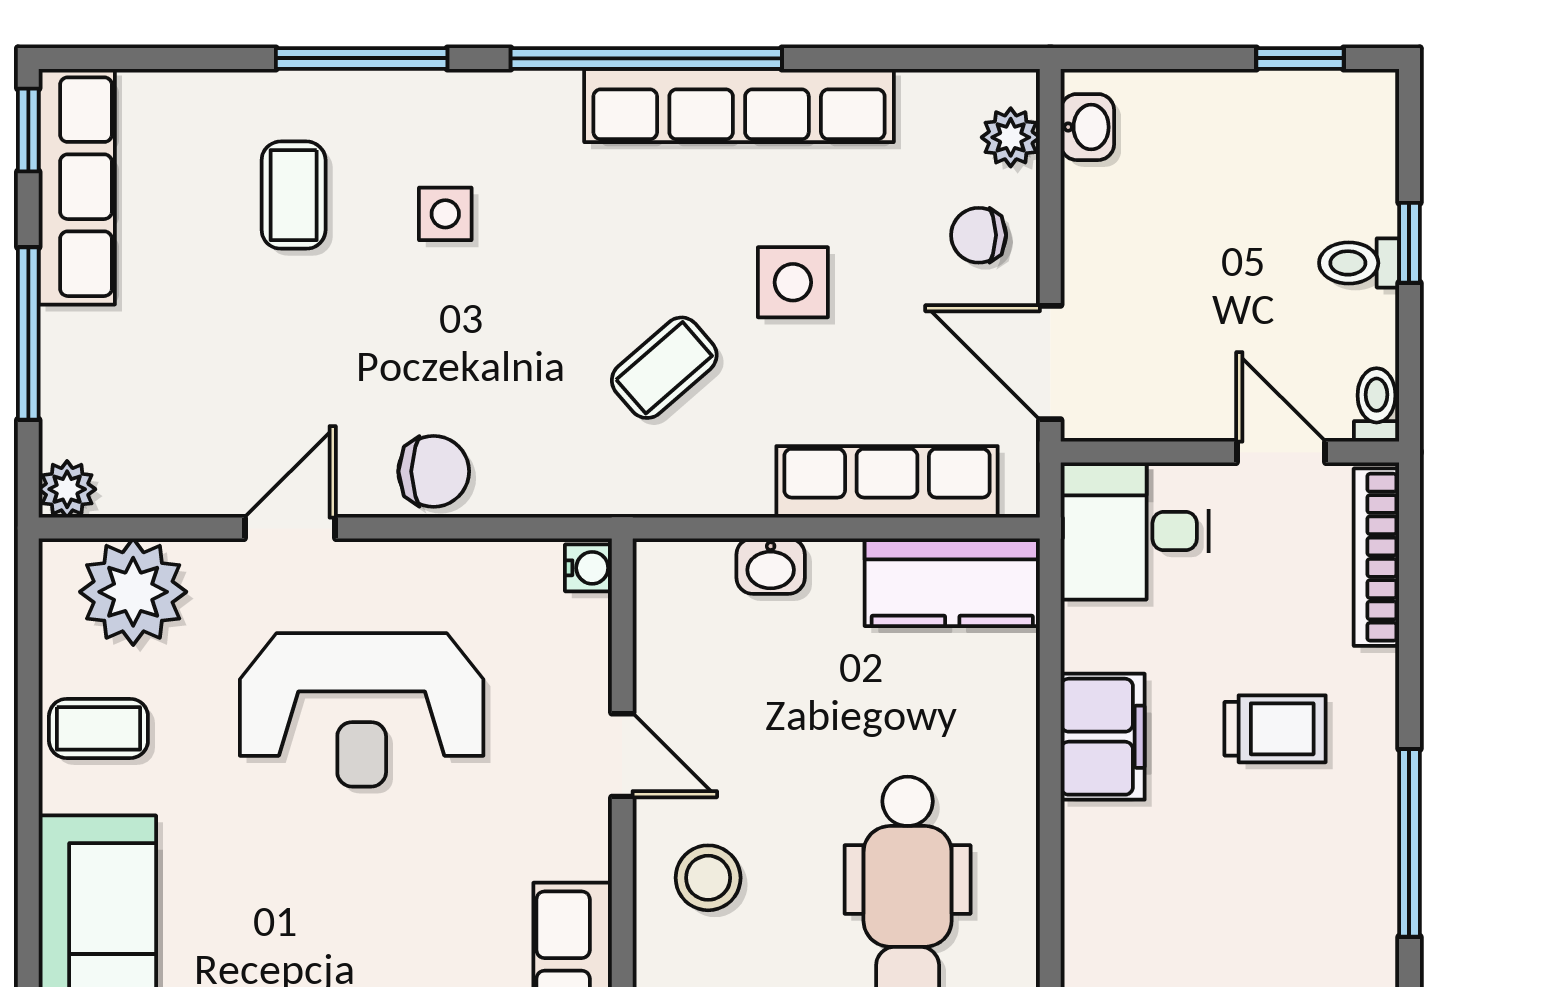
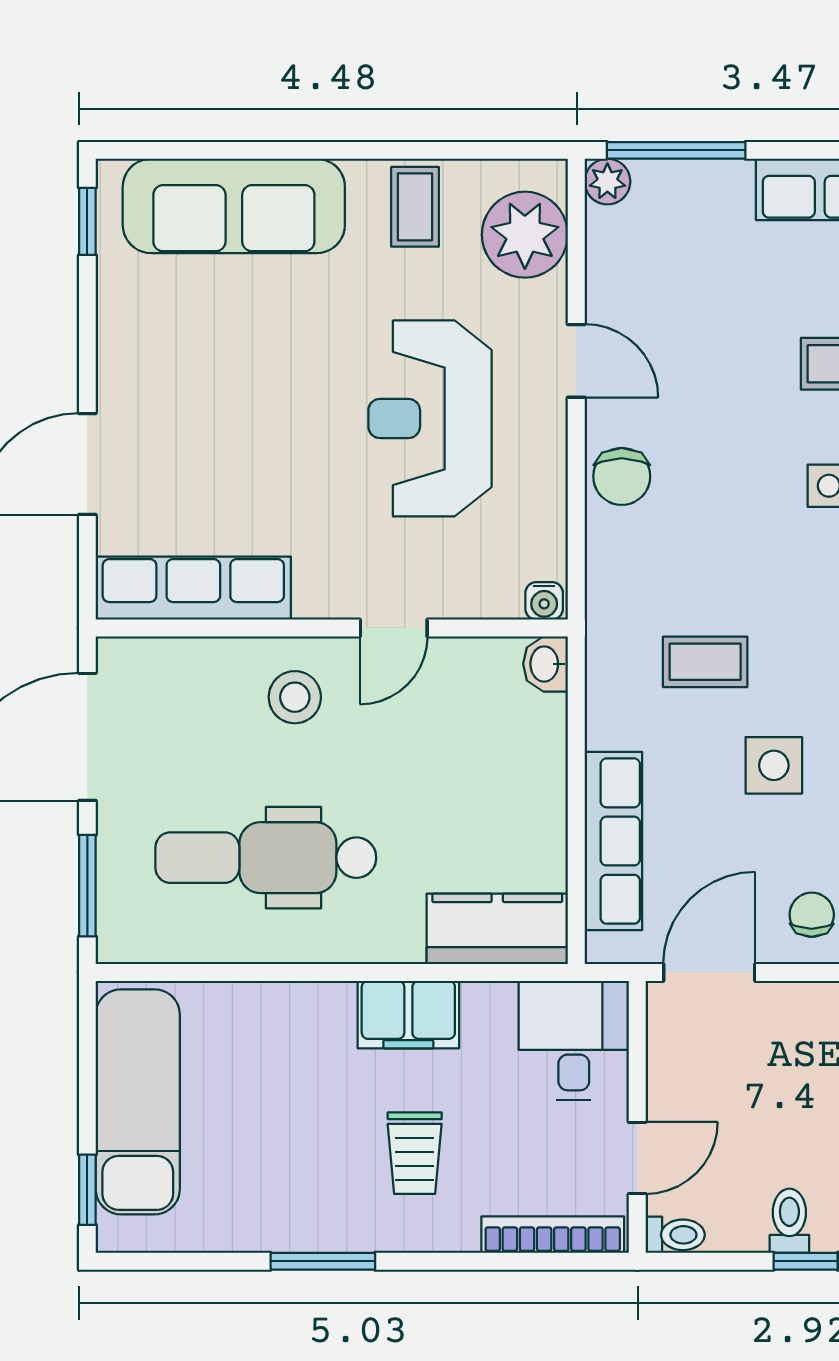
window: (28, 333) -> (676, 150), moved
coffee table: (664, 368) -> (705, 662), turned -49
washbasin: (771, 566) -> (546, 664), moved
kitchen counter: (952, 582) -> (497, 929), moved, turned 90
window: (1409, 843) -> (323, 1261), width x0.69

